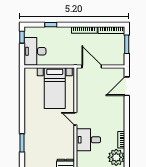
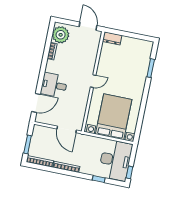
desk: (35, 51) -> (115, 160), width x1.36, depth x1.30
bed with nightstands: (55, 88) -> (114, 117), width x1.36
door: (75, 119) -> (93, 81), hinge flipped
desk: (88, 140) -> (54, 85), moved, turned 180

